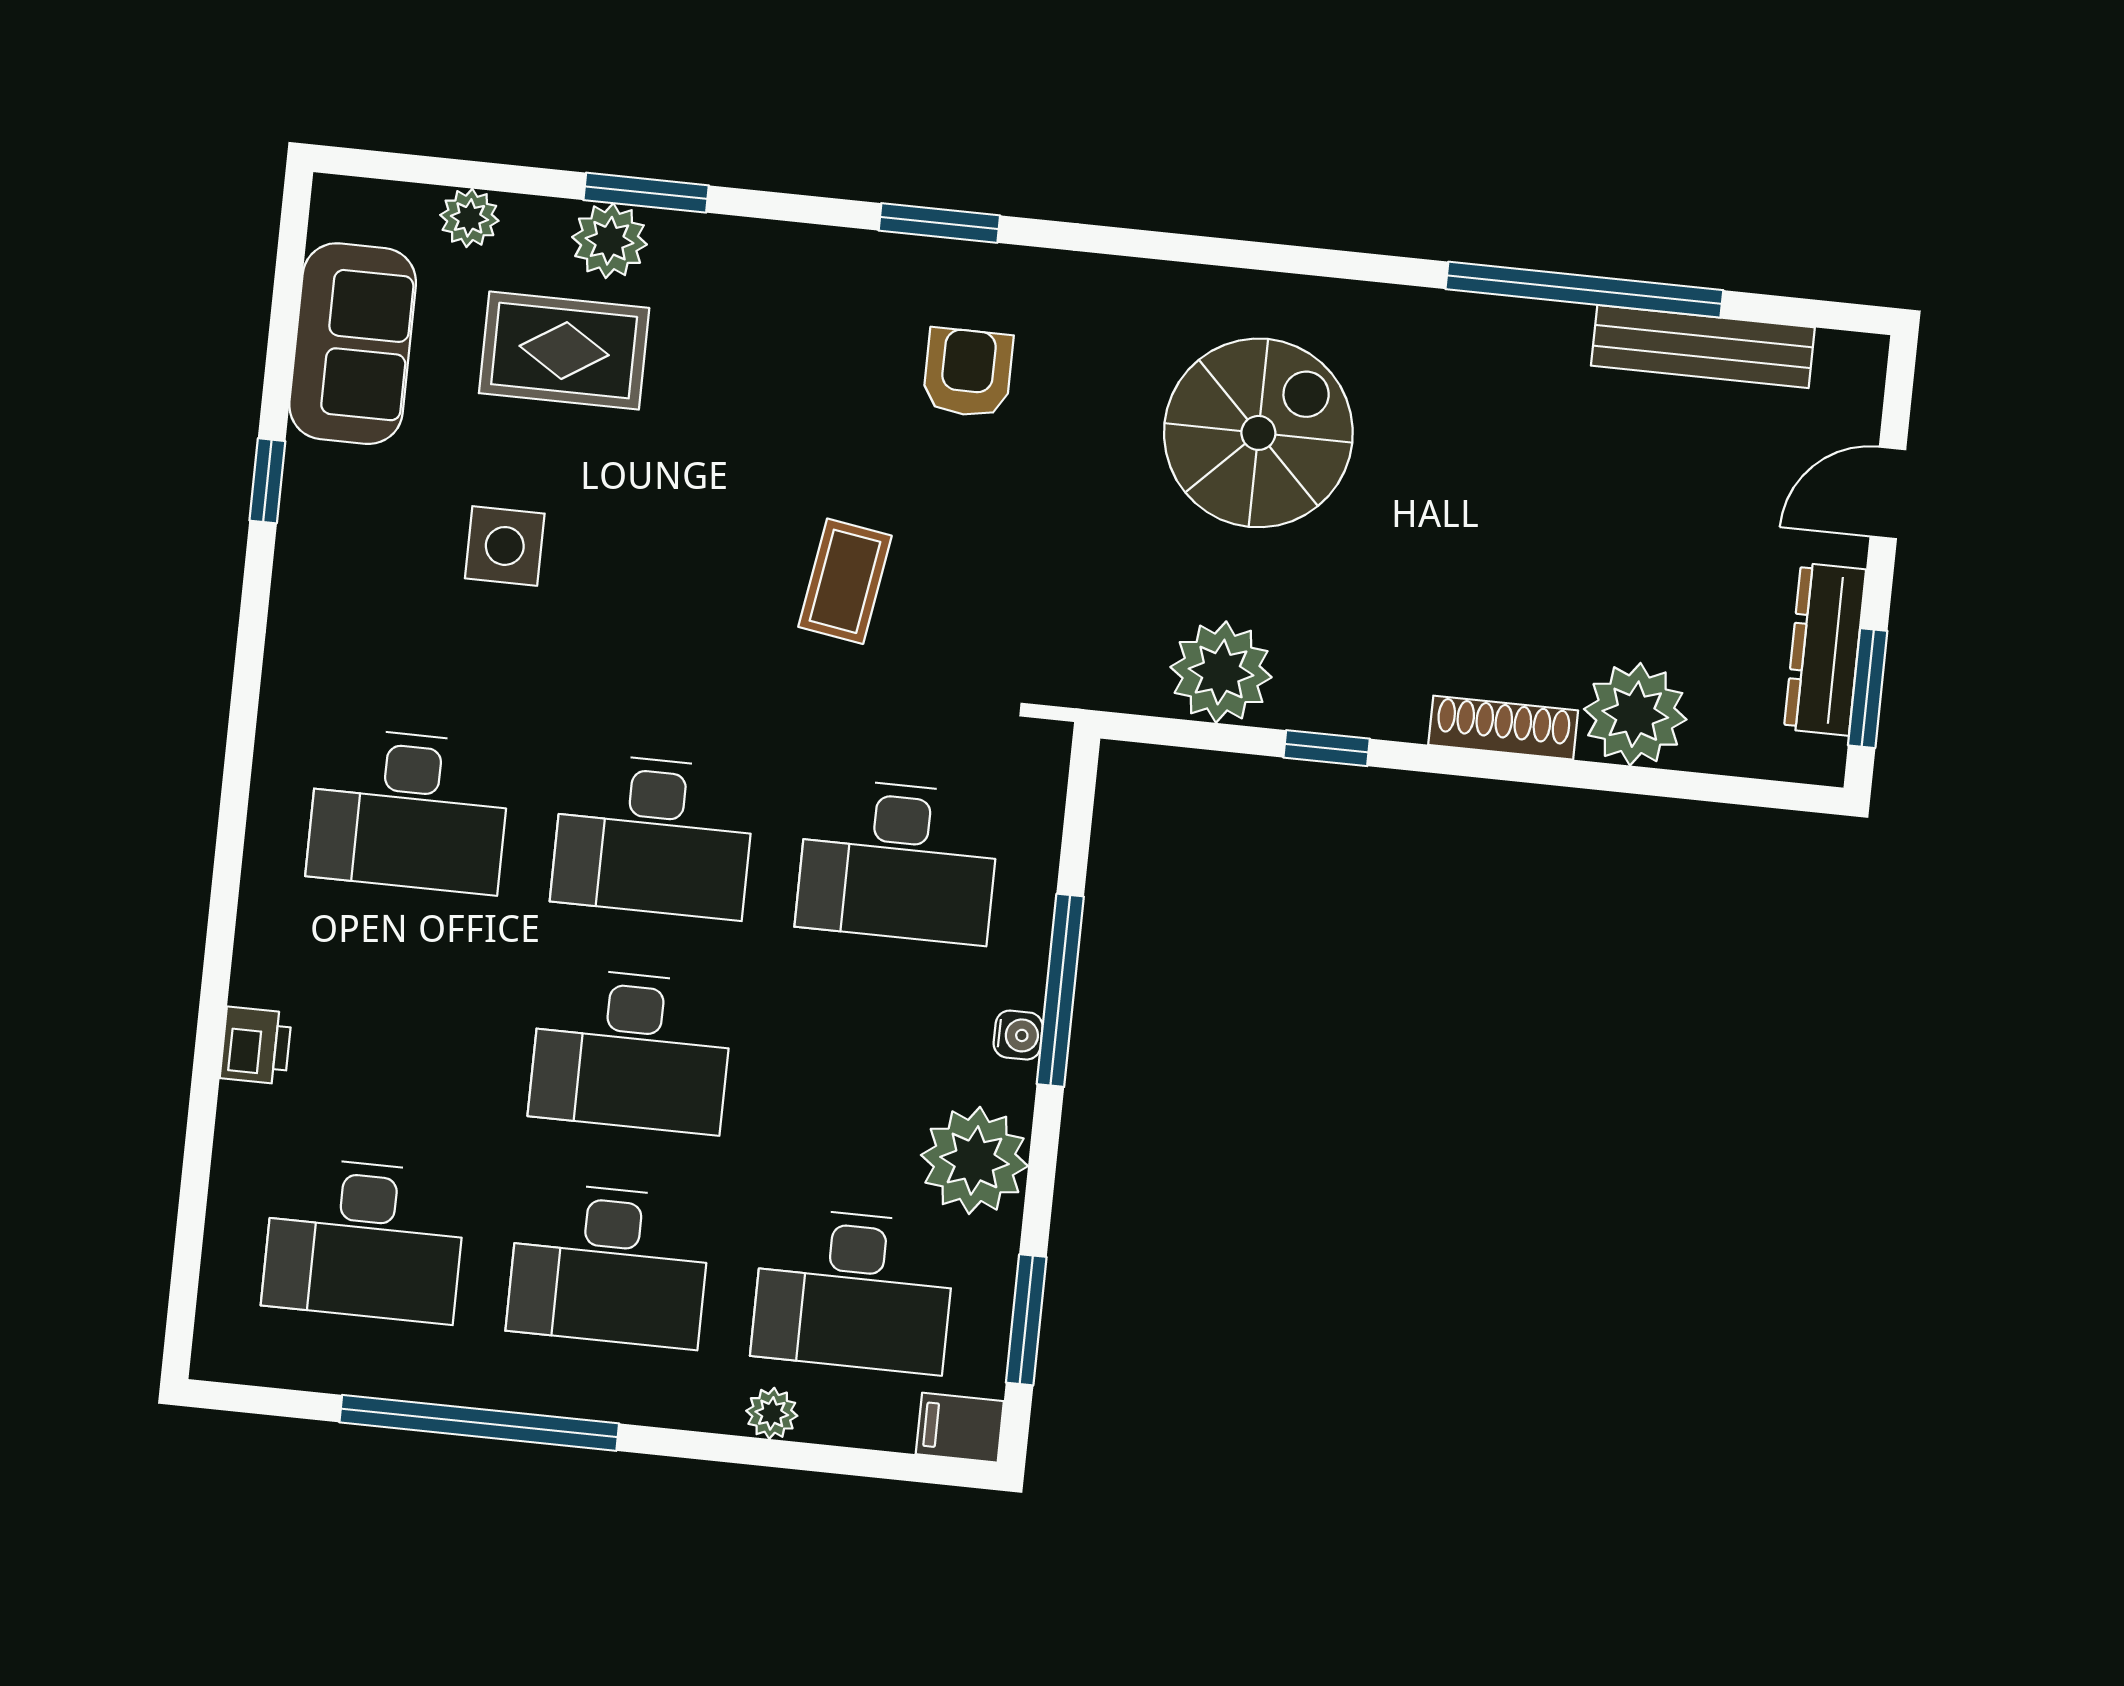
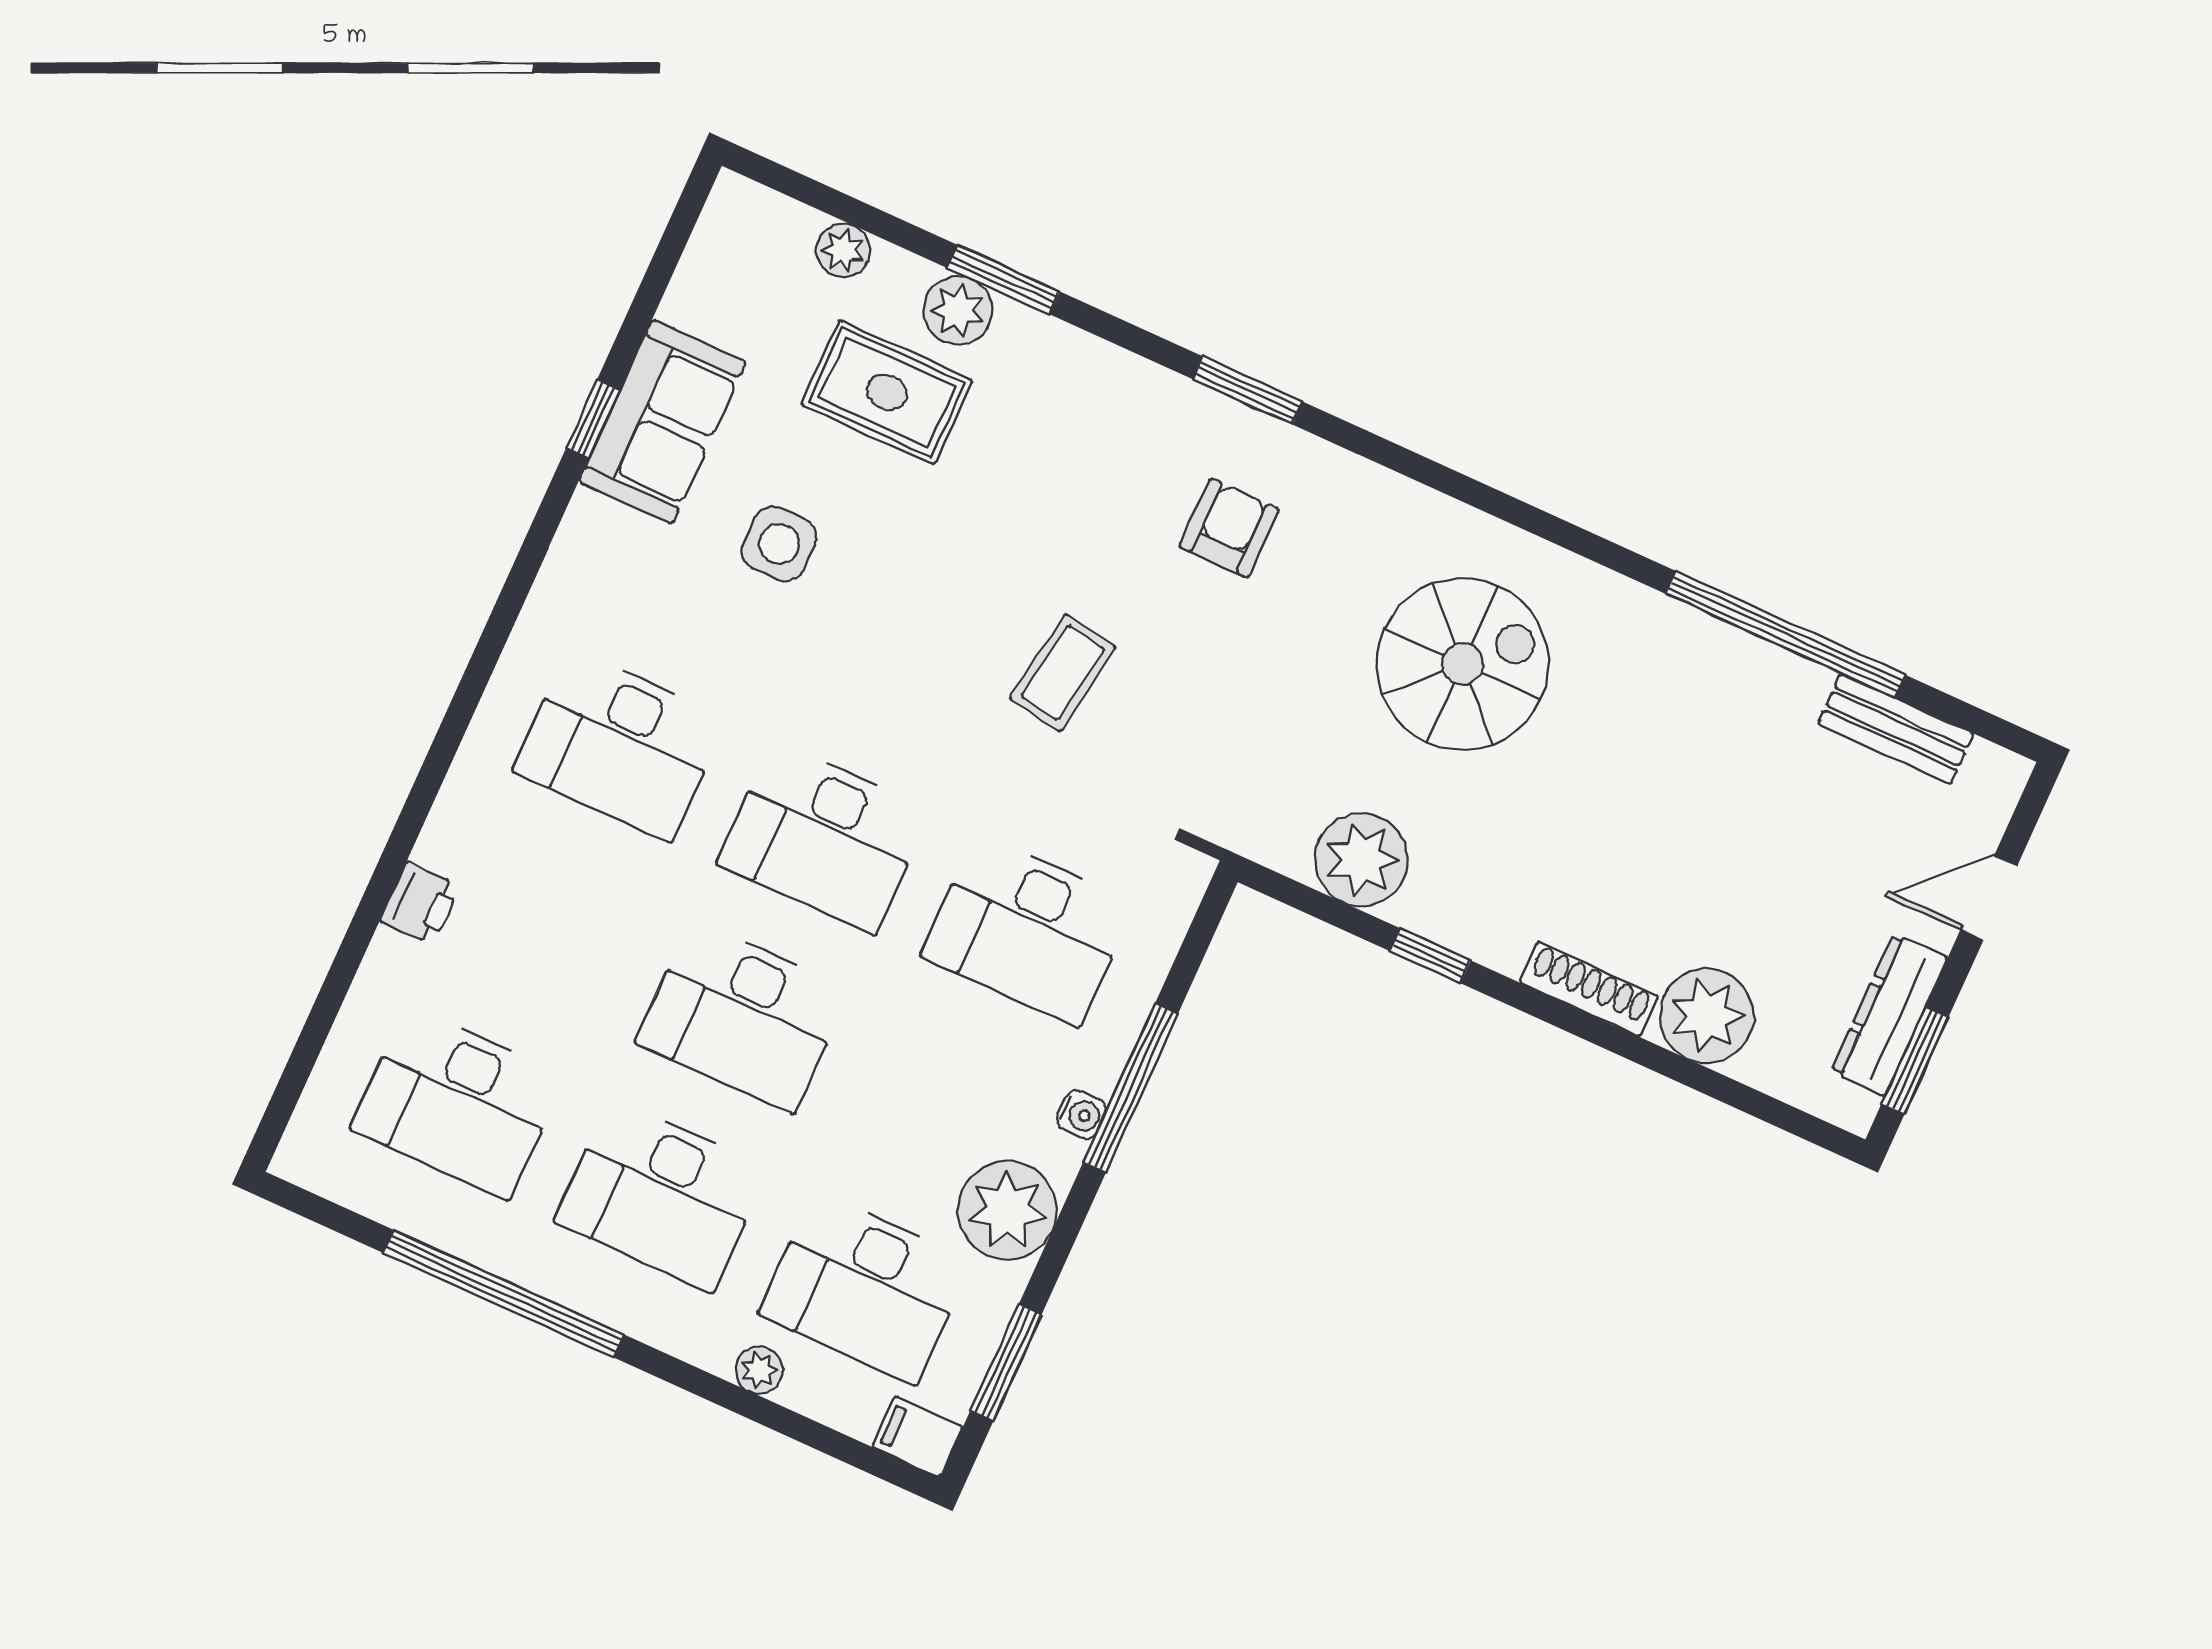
sofa: (353, 344) -> (662, 422), moved
bench: (1703, 347) -> (1896, 729), width x0.73

